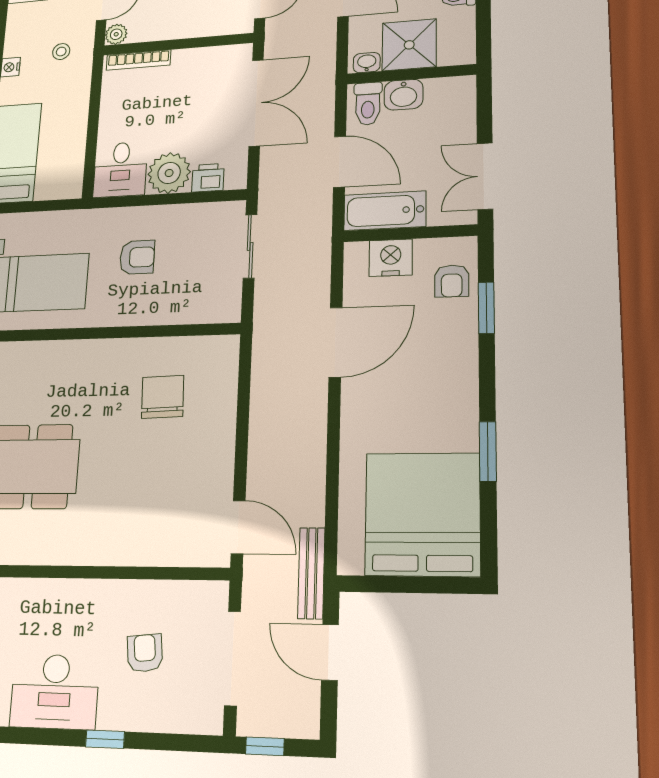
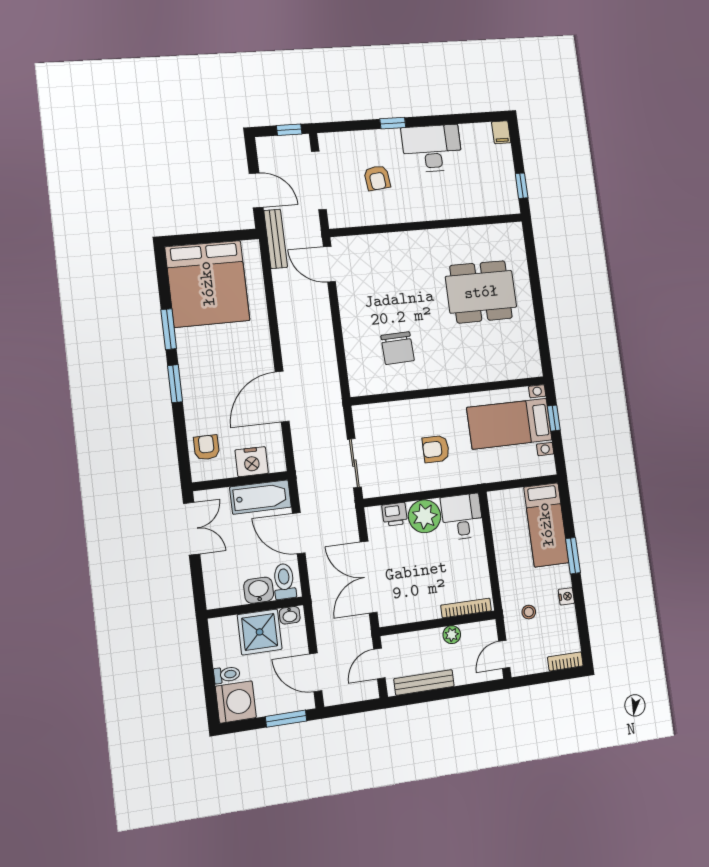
plant: (116, 34) -> (452, 635), moved
window: (486, 308) -> (175, 384), moved

